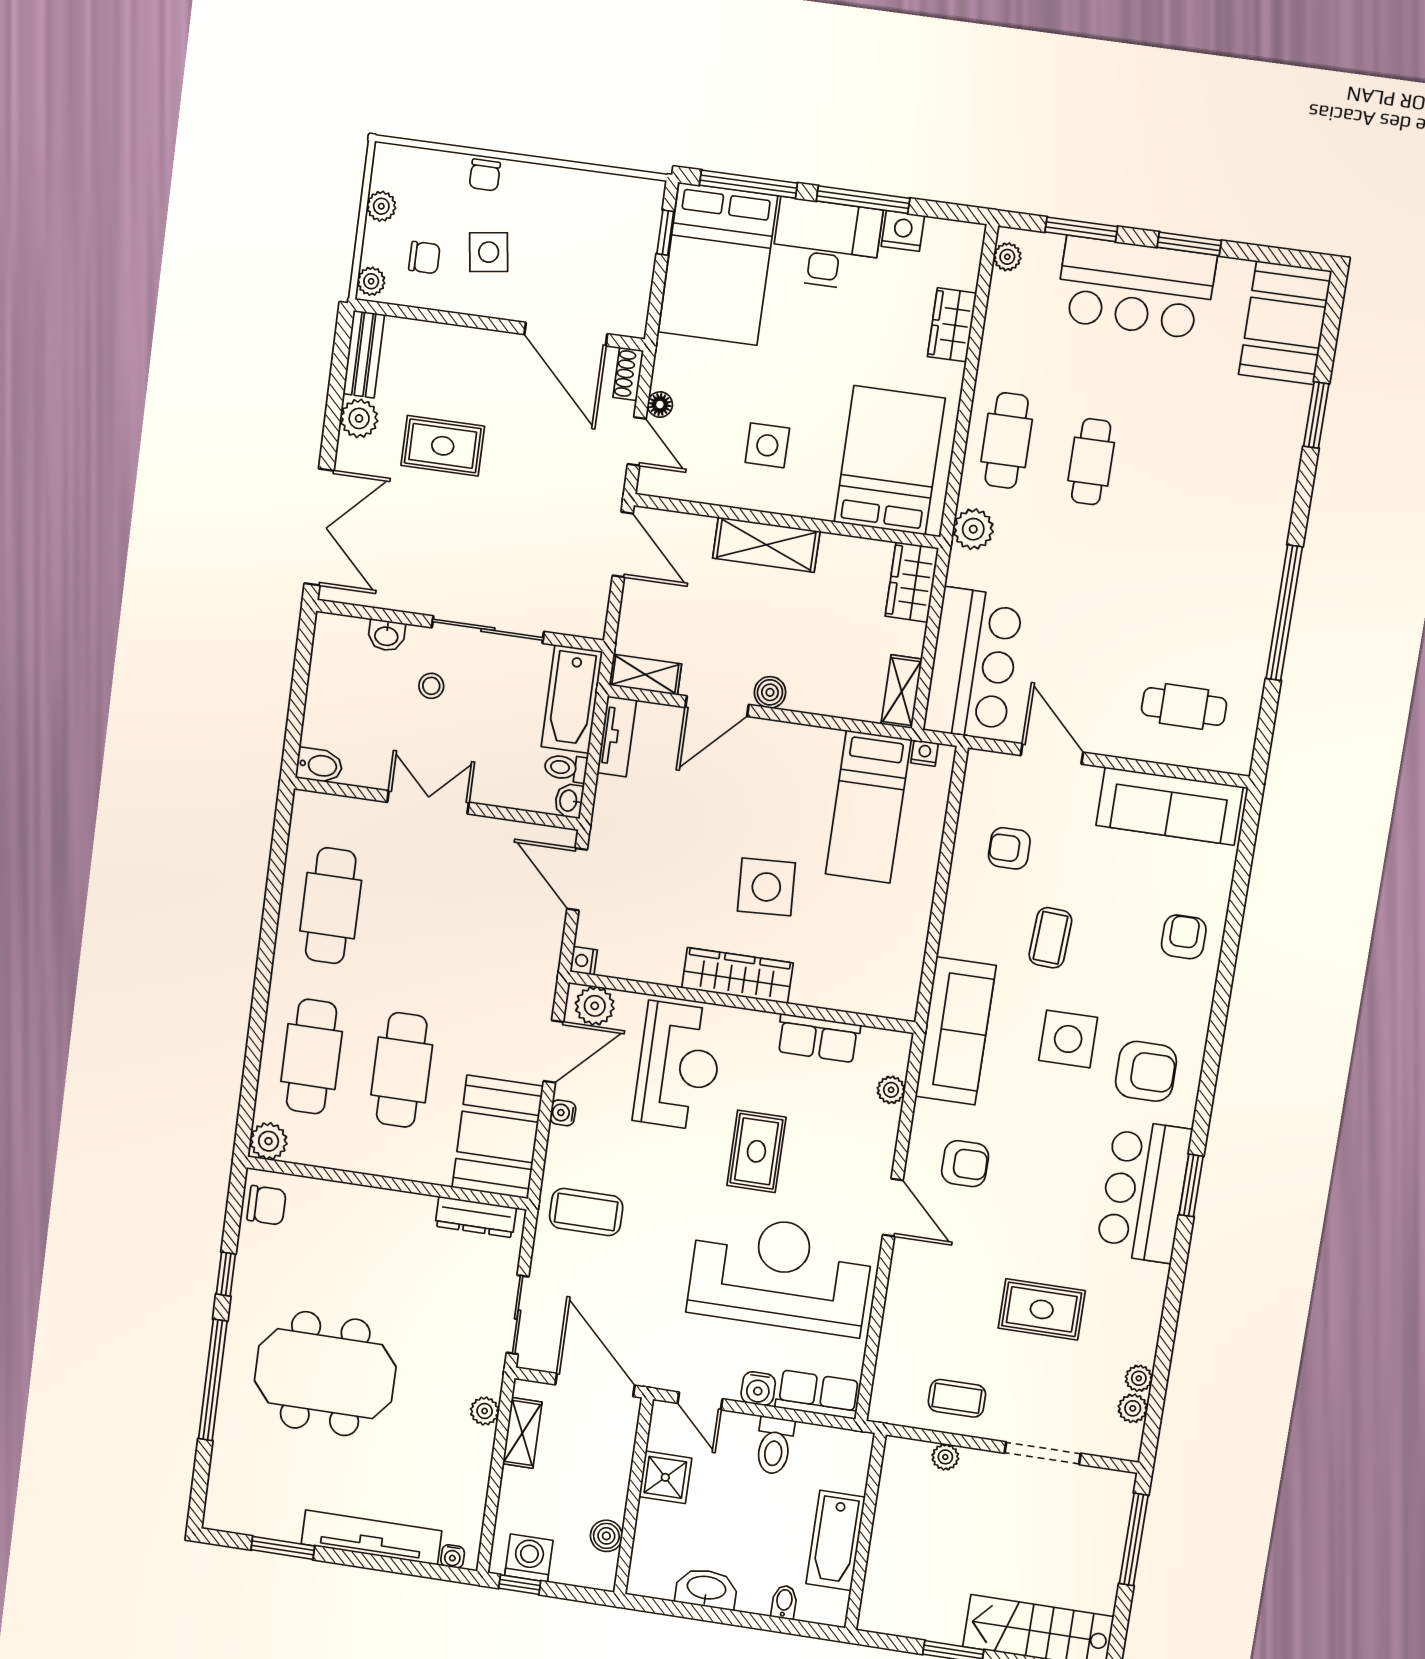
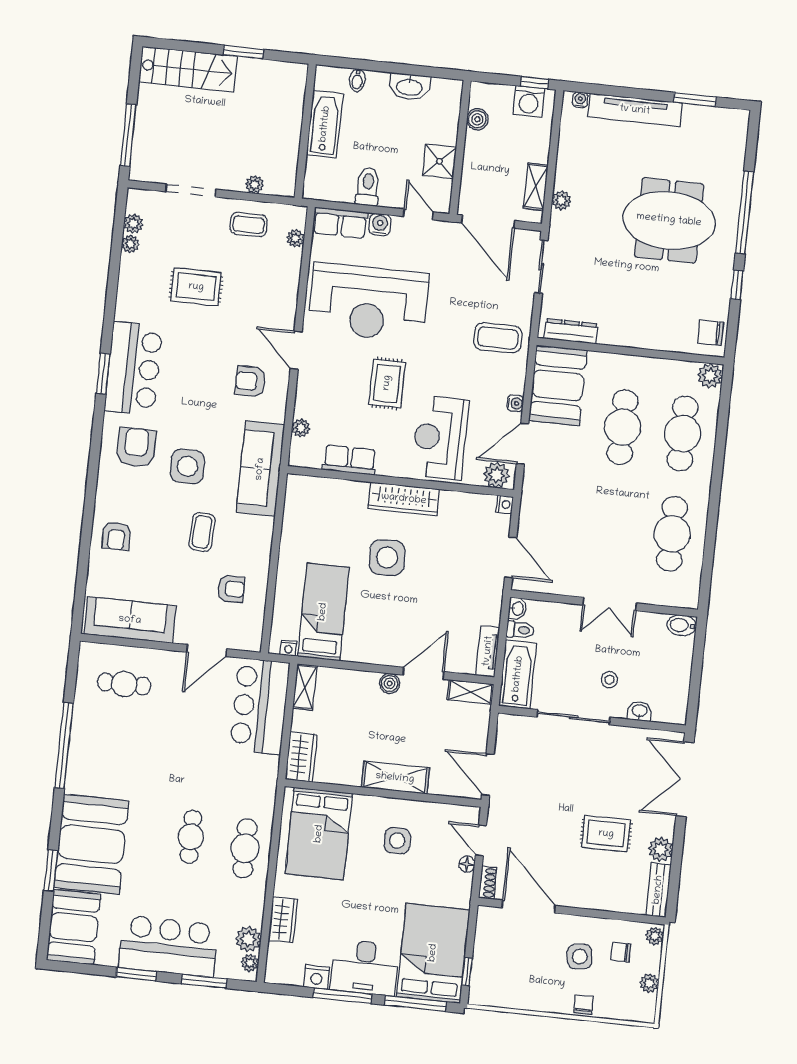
booth: (1249, 455) -> (91, 844), added
plant: (973, 529) -> (248, 939), moved
door: (1052, 754) -> (207, 651), hinge flipped
armchair: (1146, 1071) -> (136, 447), turned 90
plant: (887, 1374) -> (296, 238), added

